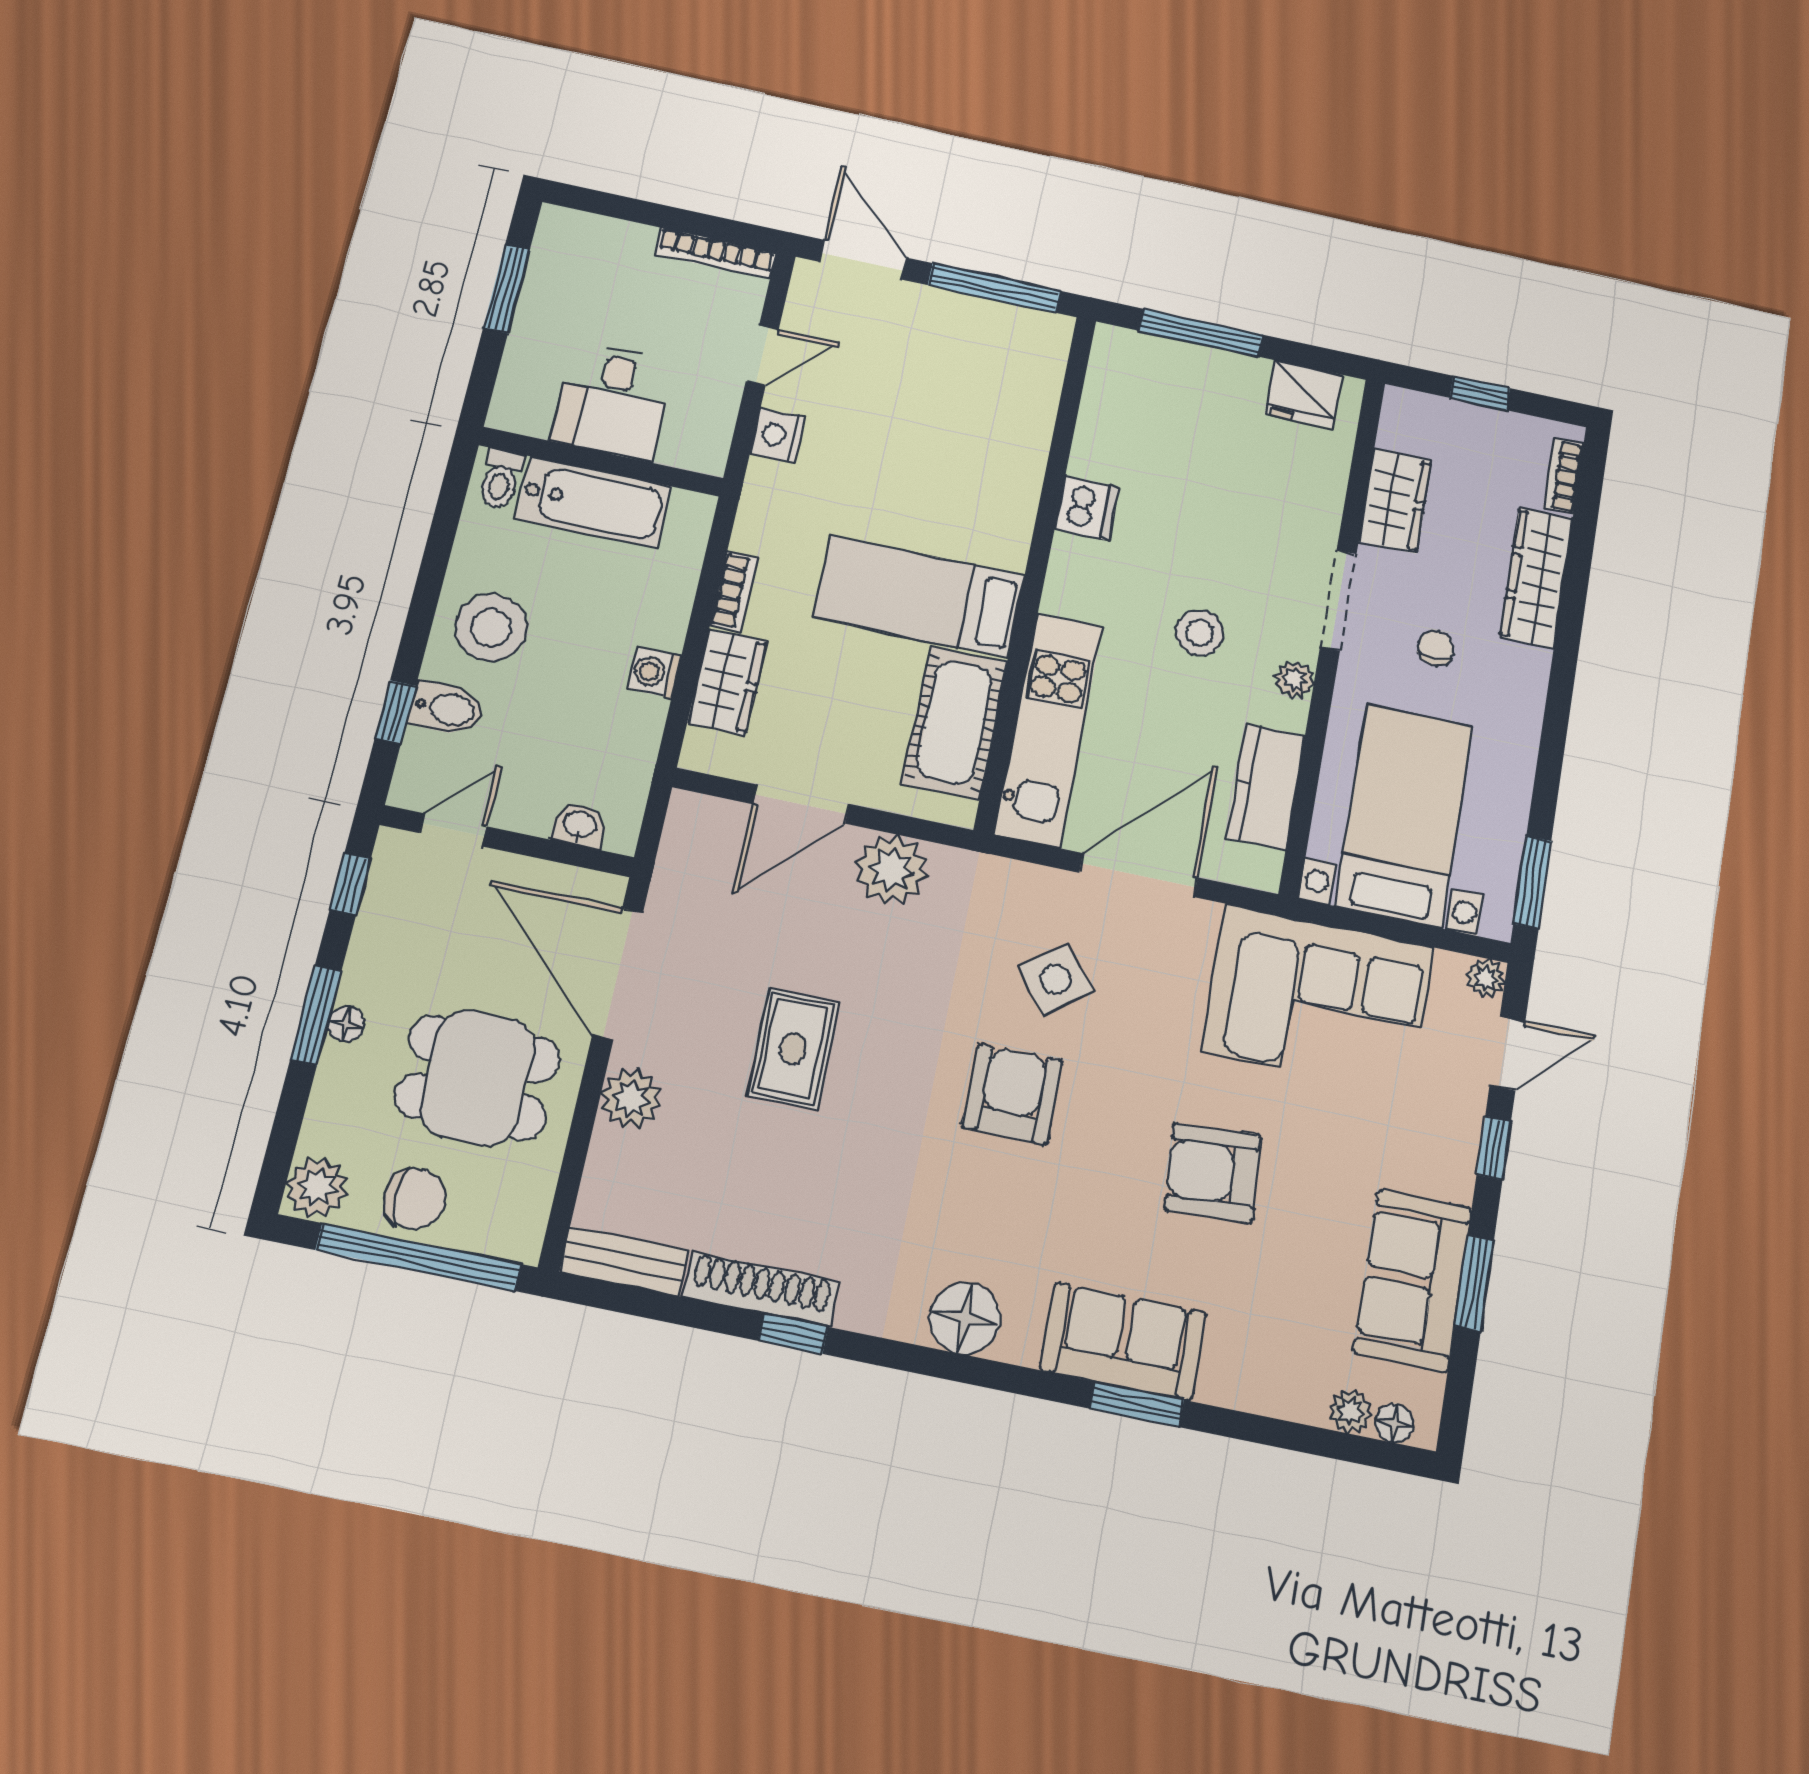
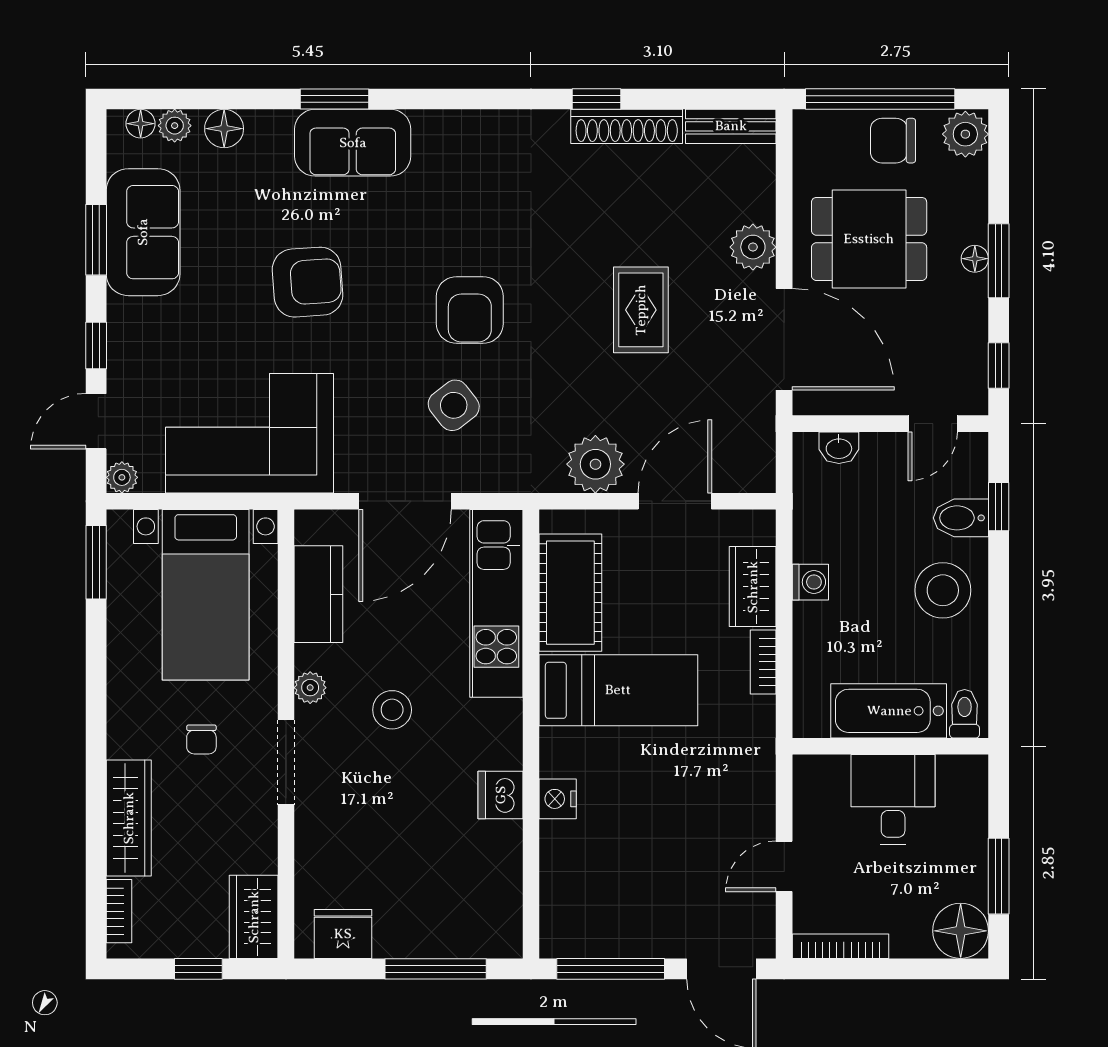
floor lamp: (568, 239) -> (961, 931), added
nightstand: (778, 435) -> (558, 799), moved, turned 180
wardrobe: (1395, 501) -> (254, 917), moved
floor lamp: (965, 1318) -> (224, 129), moved, width x0.73, depth x0.73

